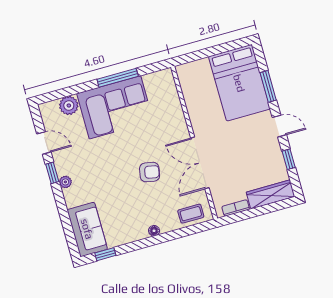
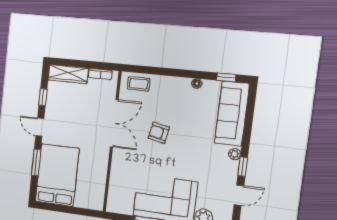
door: (44, 143) -> (239, 195), swing flipped
sofa: (87, 229) -> (232, 113), width x1.36
floor lamp: (154, 231) -> (197, 83), moved

